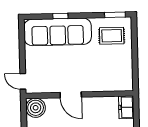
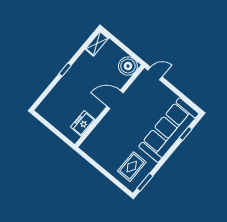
window: (60, 16) -> (186, 133), moved
freezer: (126, 107) -> (83, 123), moved, turned -90

